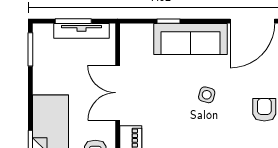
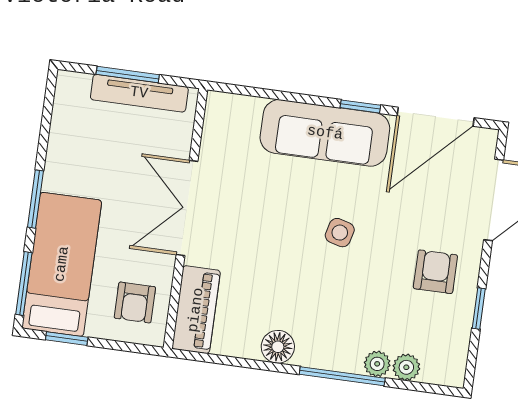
window: (169, 21) -> (360, 106), moved
window: (30, 49) -> (35, 199), moved

